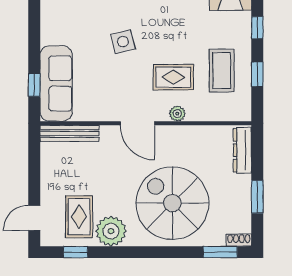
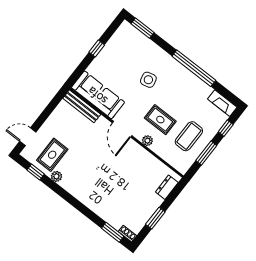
window: (257, 74) -> (206, 153), width x1.50
sofa: (56, 83) -> (98, 95), moved, turned -90
window: (34, 85) -> (97, 48), moved
dresser: (242, 150) -> (167, 187), width x0.70
spiral stairs: (172, 203) -> (108, 186), removed
plant: (111, 231) -> (56, 176), width x0.53, depth x0.53

